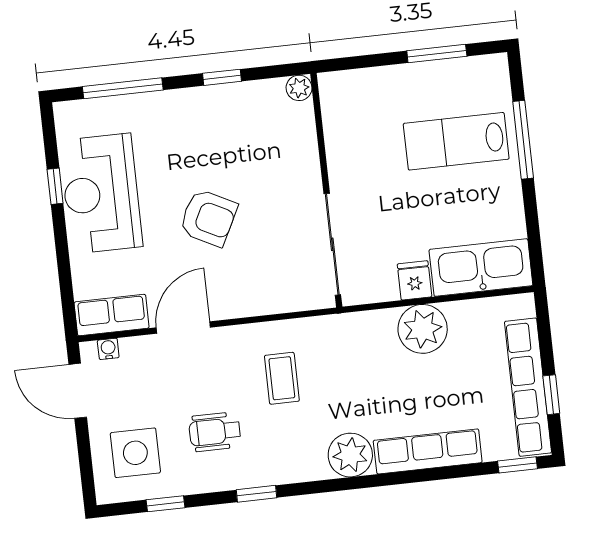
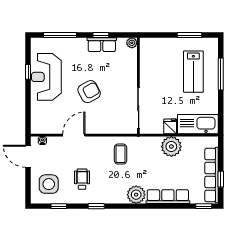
lab bench: (456, 141) -> (193, 72), turned -90
armchair: (208, 218) -> (89, 92), turned -55
row of seats: (112, 315) -> (102, 45), moved, turned 180
coffee table: (282, 378) -> (121, 154), moved
wheelchair: (215, 432) -> (82, 179), turned 90

